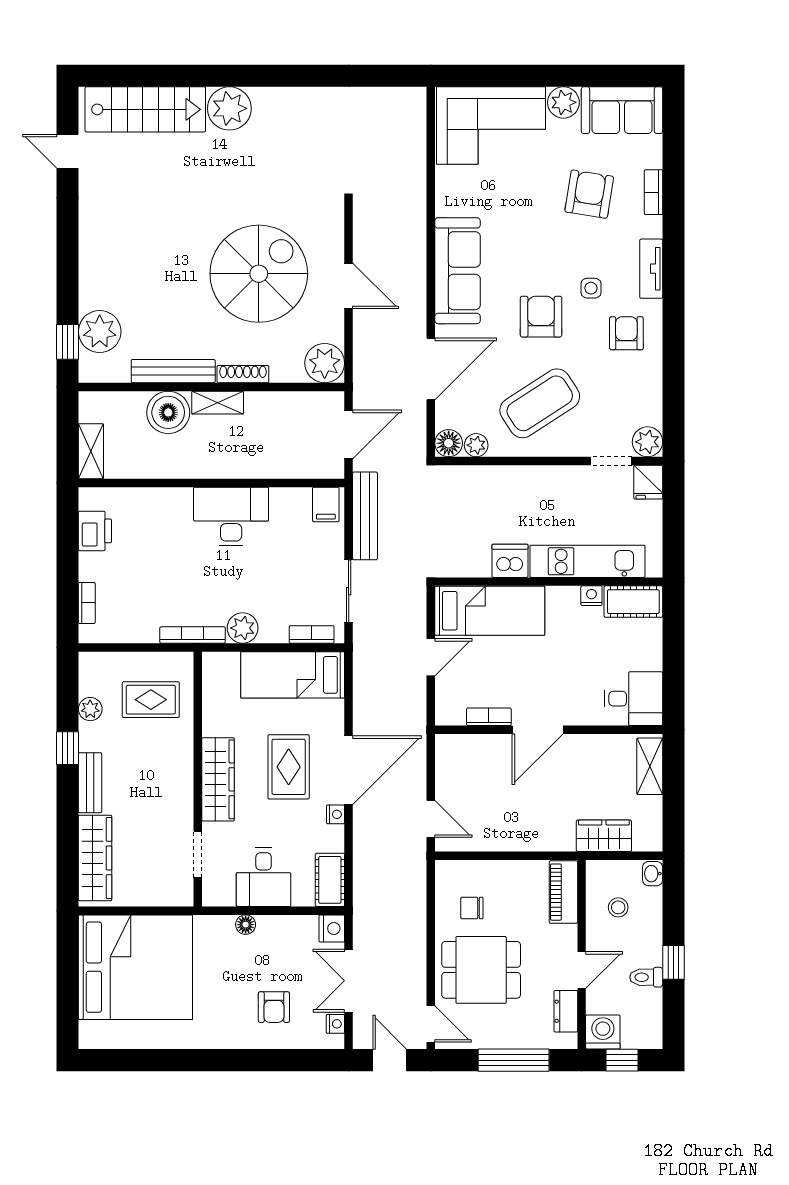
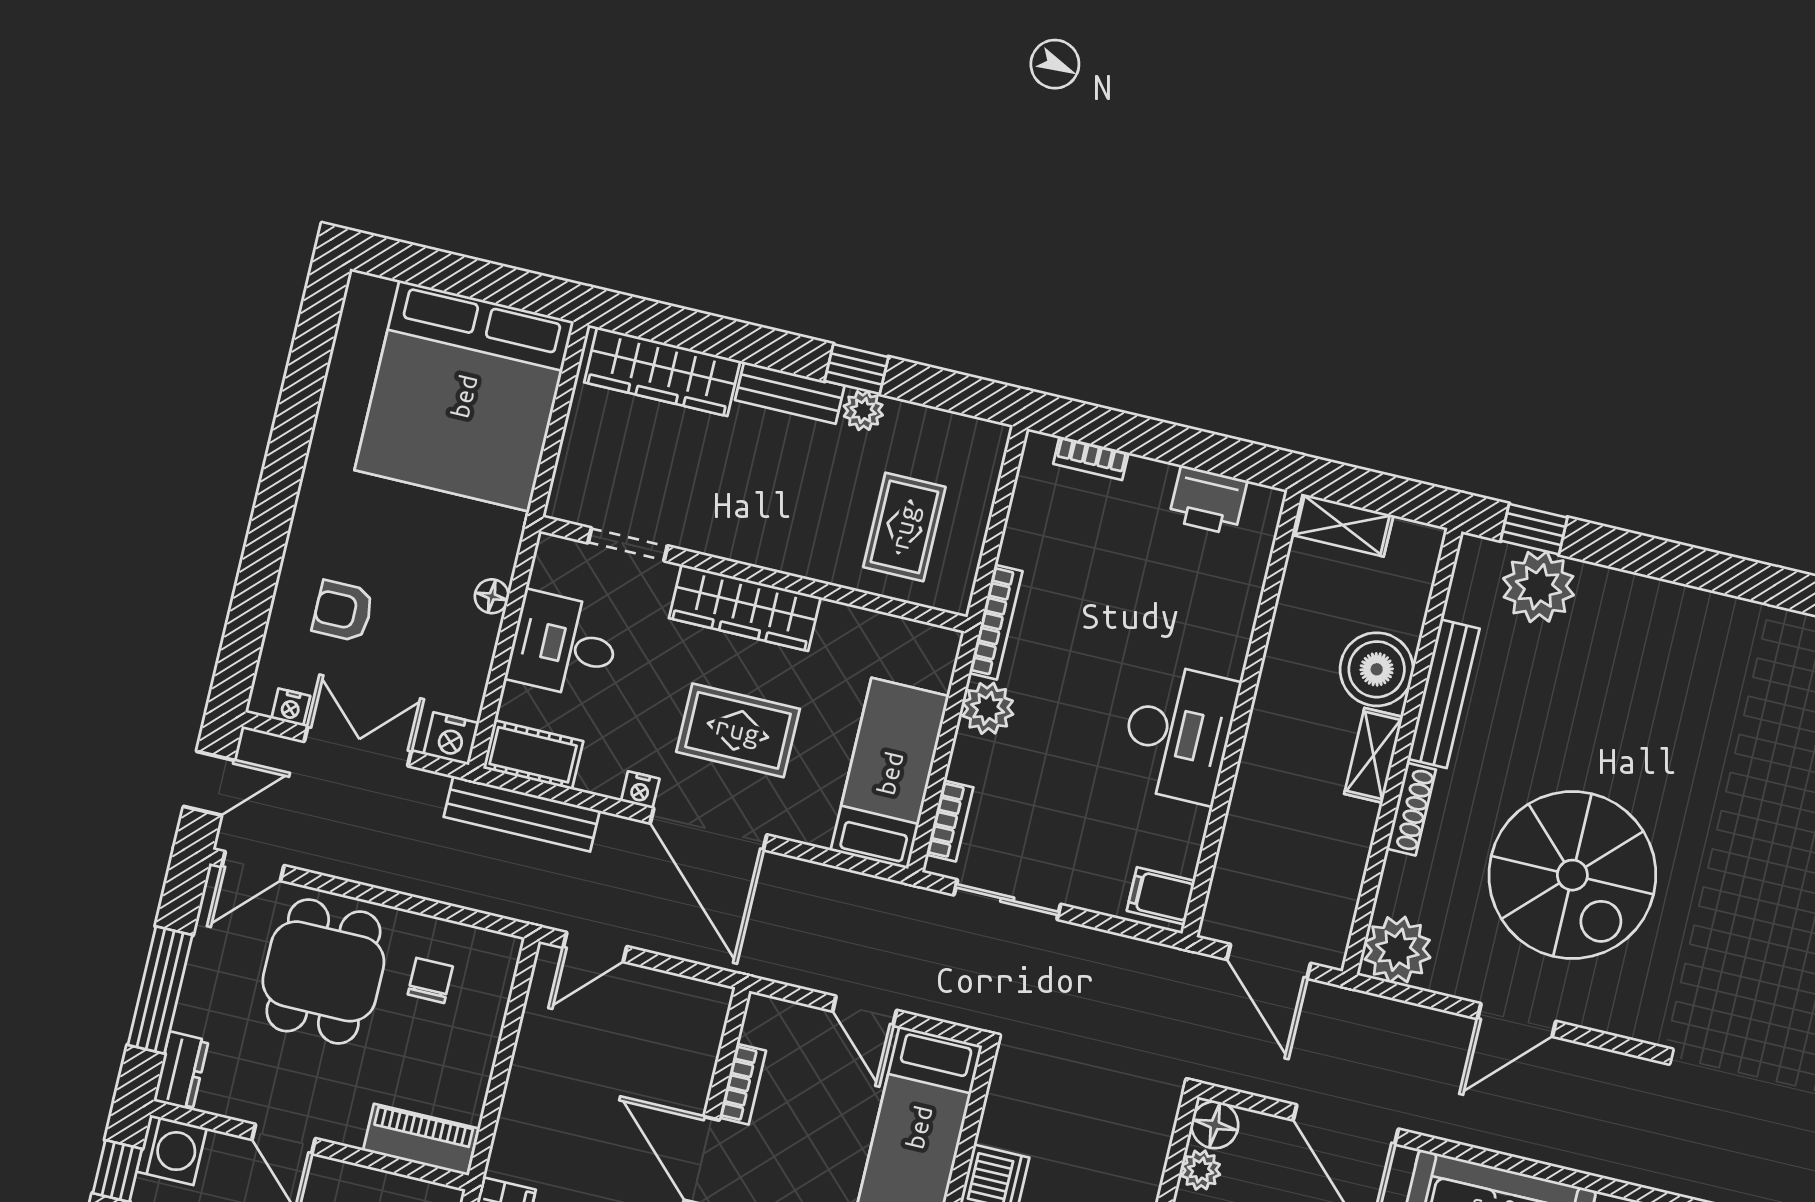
bench: (365, 516) -> (522, 814), moved
plant: (90, 709) -> (863, 411), moved
dresser: (566, 1011) -> (181, 1071), moved, turned 90

